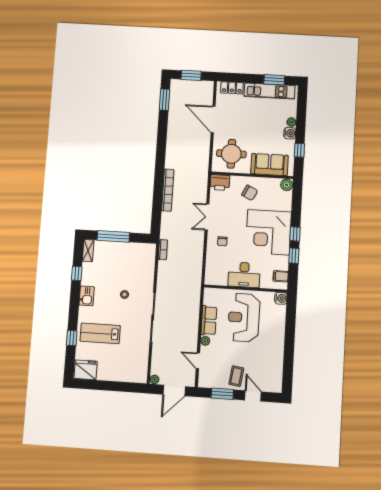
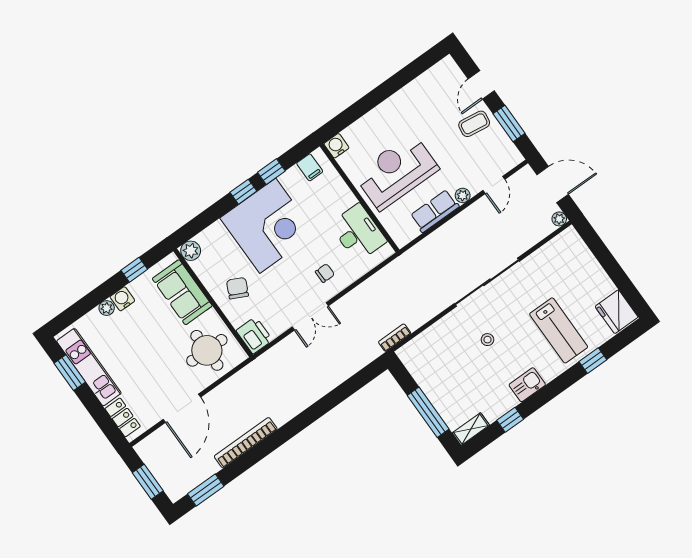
bookcase: (168, 190) -> (246, 443), moved
desk: (244, 275) -> (358, 233), moved
reception desk: (244, 318) -> (396, 172), turned 180

